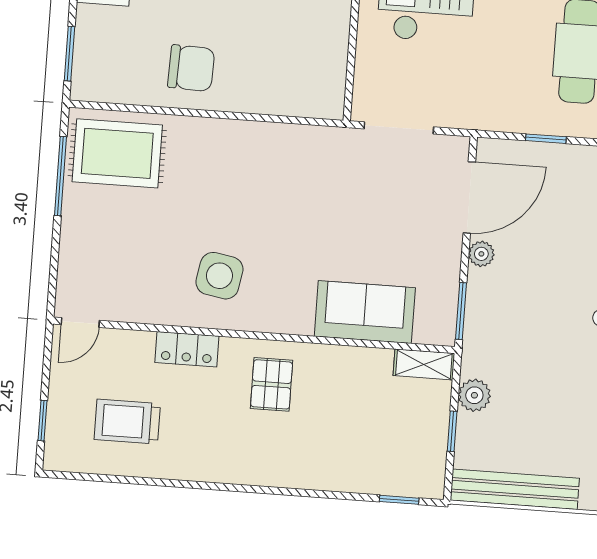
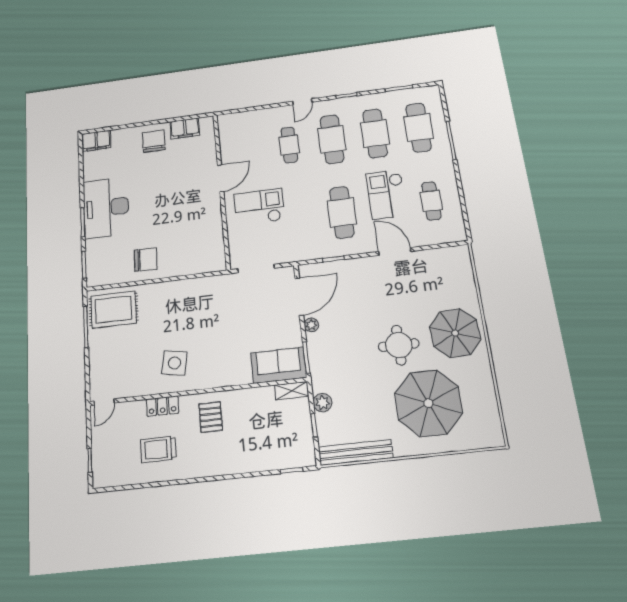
sofa: (365, 312) -> (279, 365), moved
trolley: (127, 422) -> (159, 449), moved

